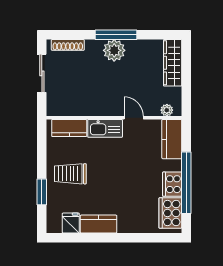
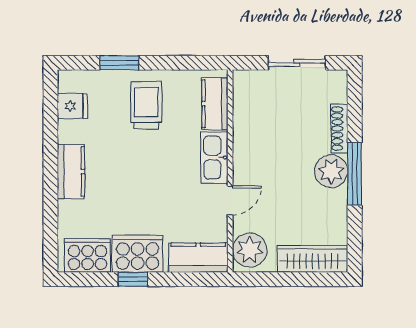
shoe rack: (68, 45) -> (339, 129), moved
plant: (167, 110) -> (250, 250), width x1.87, depth x1.87
window: (186, 183) -> (133, 279), width x0.32
cooker: (172, 184) -> (138, 254), width x1.37, depth x1.31
kitchen counter: (99, 224) -> (71, 172), moved

